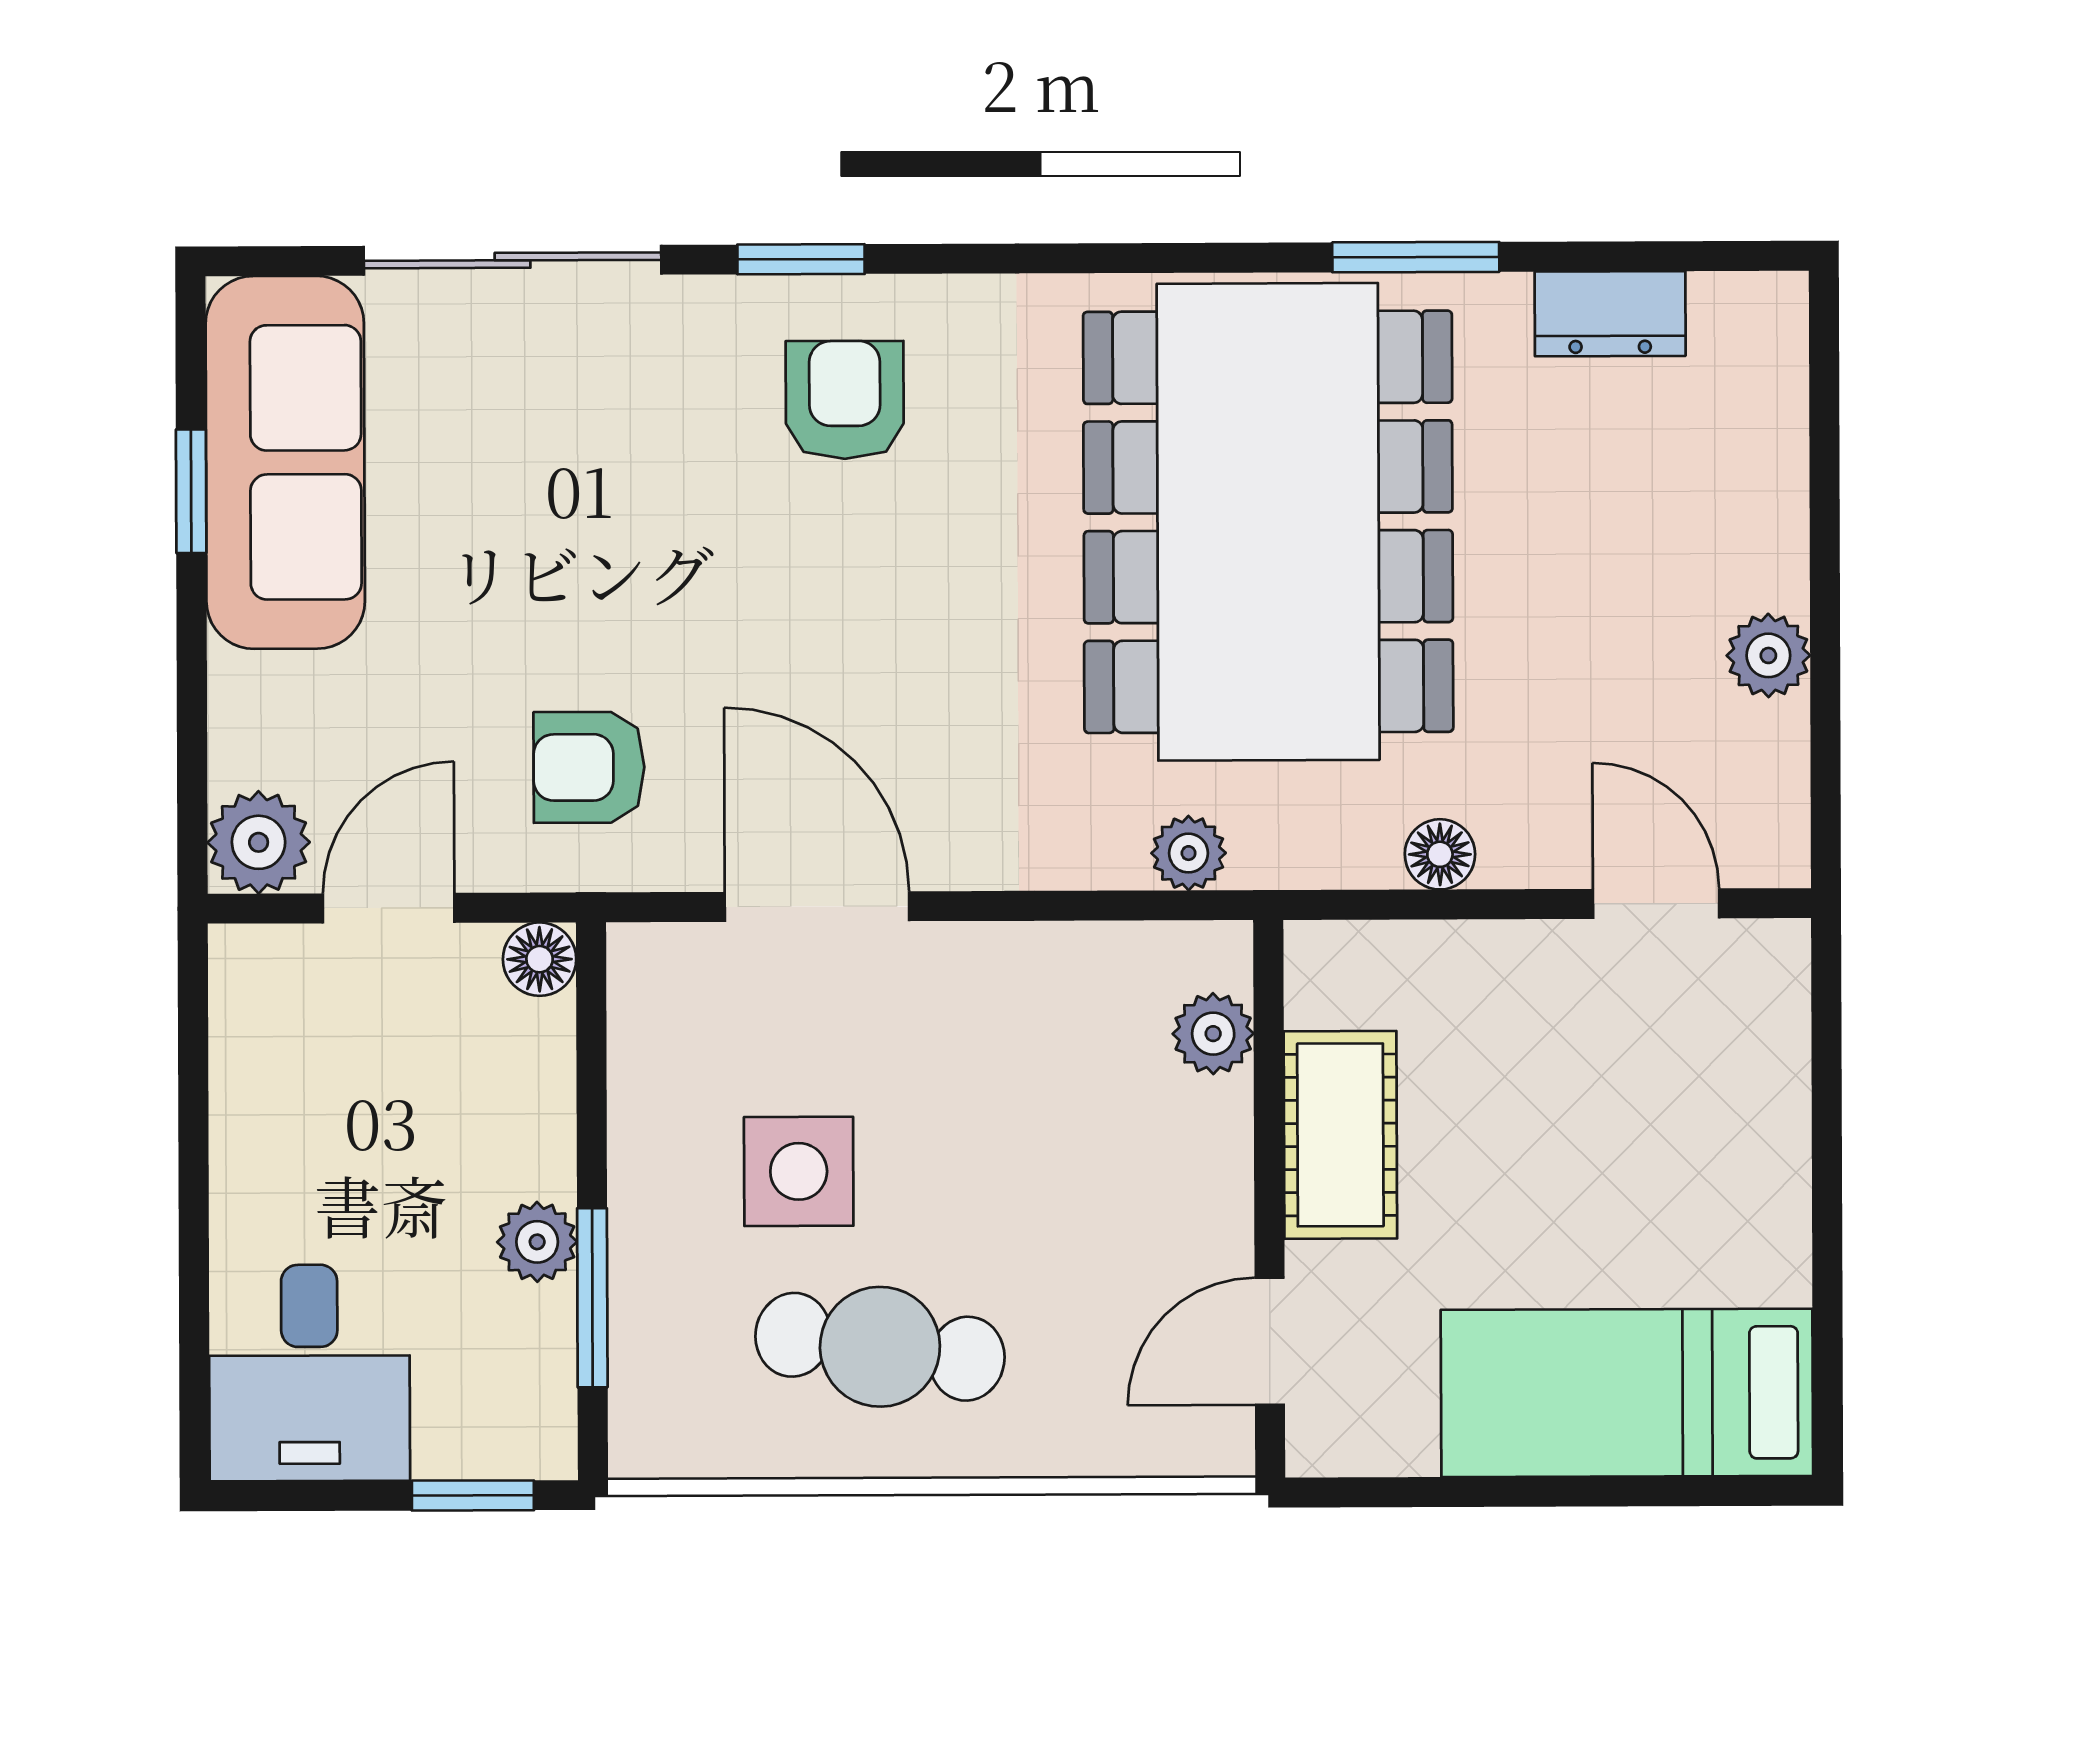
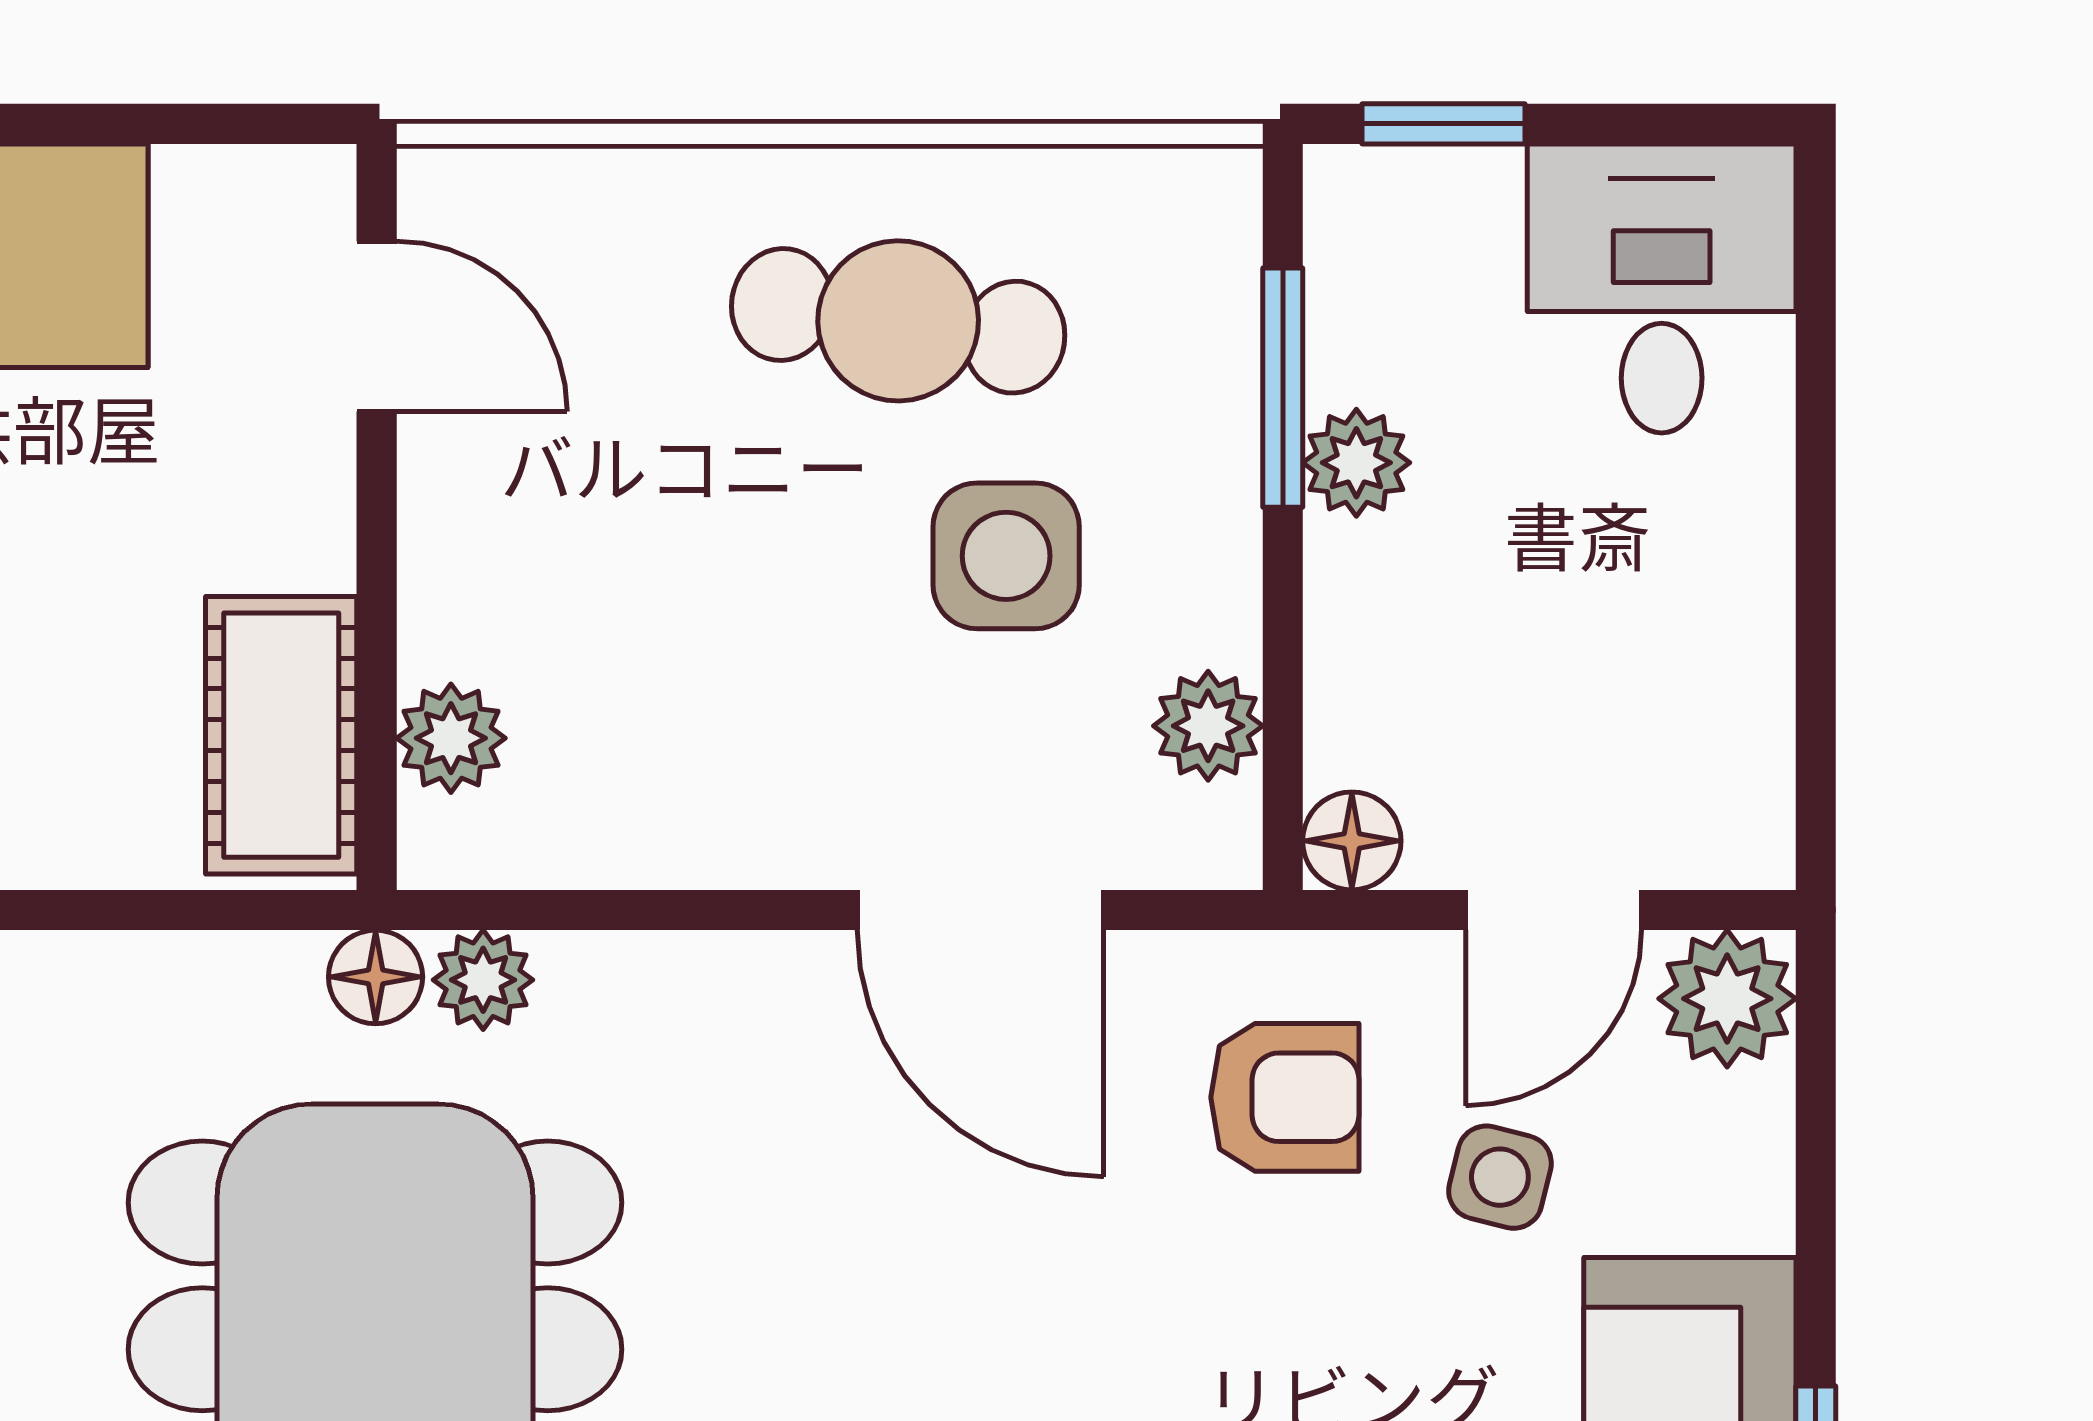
side table: (428, 708) -> (1500, 1177), added
floor lamp: (1440, 854) -> (376, 977), moved
plant: (647, 1045) -> (1208, 726), added
cot: (1340, 1135) -> (281, 735), moved
door: (1270, 1341) -> (377, 326), hinge flipped

